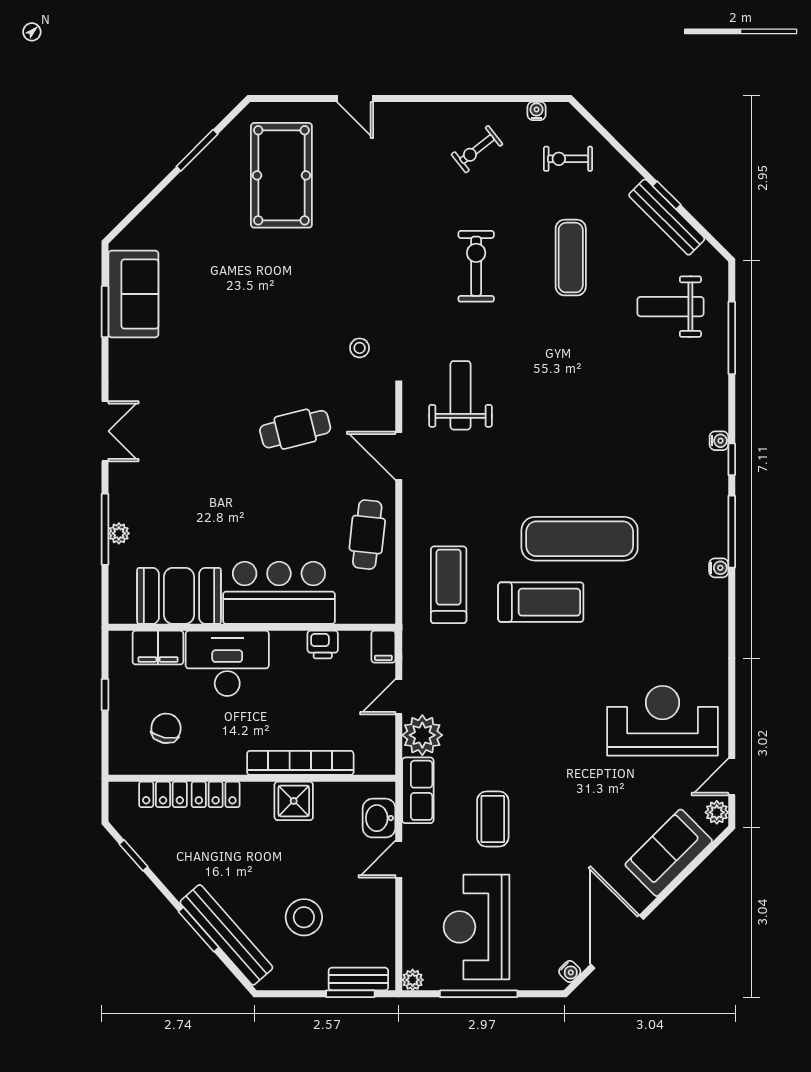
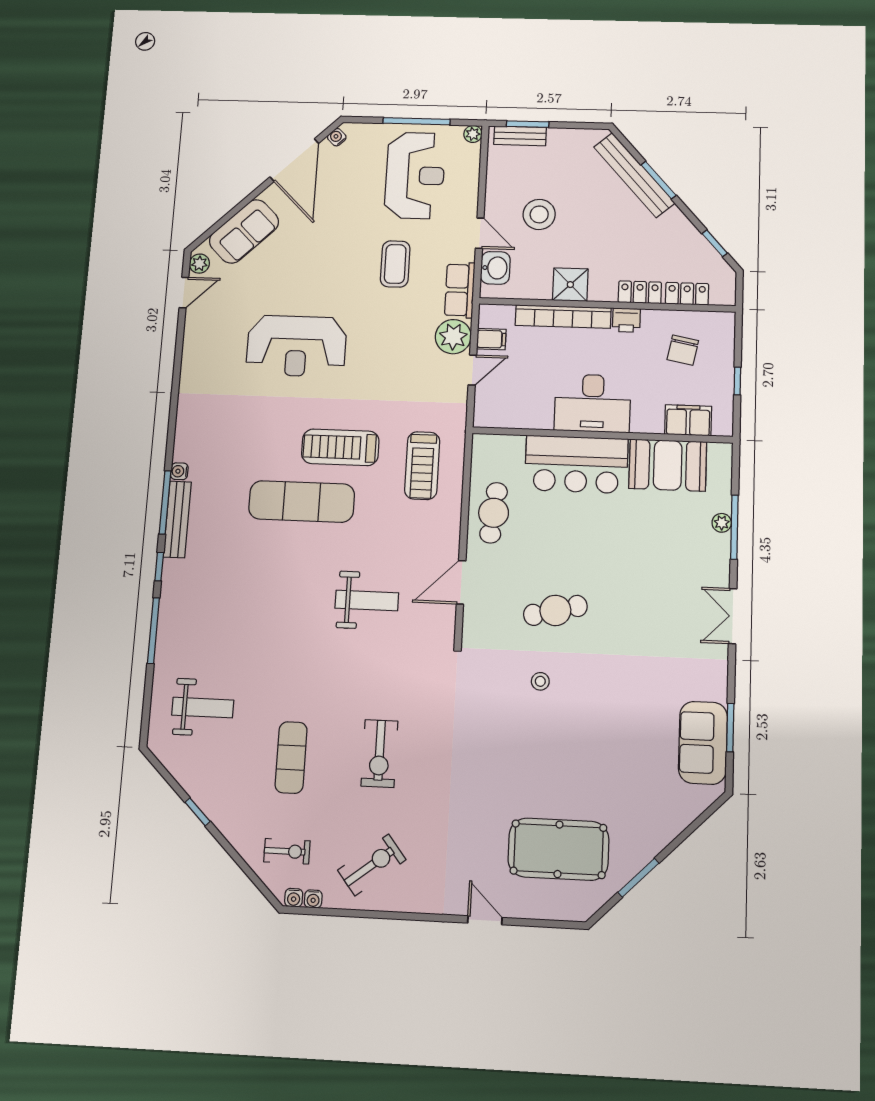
exercise bike: (477, 149) -> (372, 865), width x1.38, depth x1.39
pool table: (281, 175) -> (558, 849), turned 90
bench: (667, 217) -> (177, 519), moved, turned 45
window: (732, 338) -> (153, 631), moved
stool: (360, 348) -> (540, 681), moved
weight bench: (460, 395) -> (367, 601), moved, turned -90
water cooler: (719, 441) -> (294, 898), moved, turned -90
door: (399, 456) -> (461, 582), swing flipped
printer: (323, 644) -> (626, 320), moved, turned 180
filing cabinet: (383, 647) -> (491, 339), moved, turned 90
desk: (227, 663) -> (593, 403), moved
reception desk: (663, 721) -> (296, 346), moved
door: (399, 859) -> (480, 233), hinge flipped
stool: (304, 917) -> (539, 214), moved

